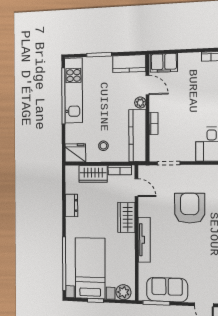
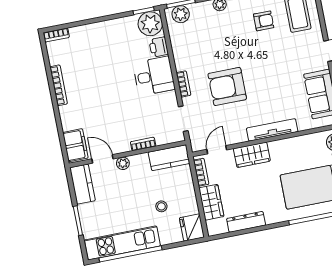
door: (147, 85) -> (103, 159), hinge flipped
kitchen counter: (137, 136) -> (169, 158), width x0.67
stool: (103, 146) -> (161, 206), moved
bookcase: (199, 169) -> (183, 84), added
dresser: (71, 205) -> (246, 222), width x1.44

